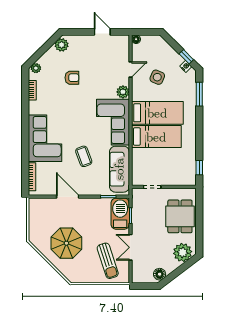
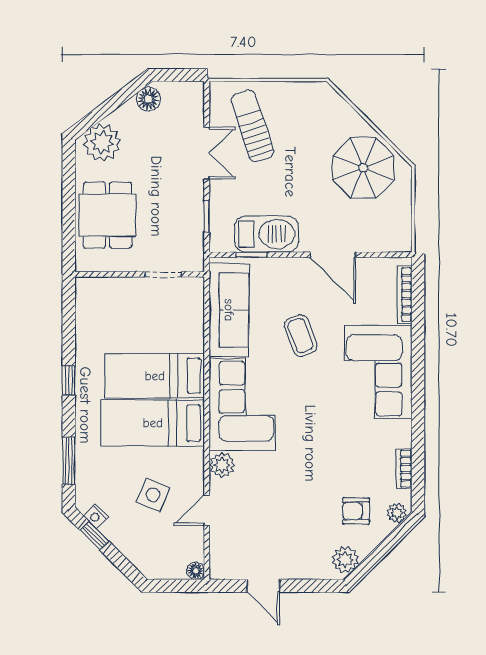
armchair: (72, 78) -> (356, 511), moved
window: (199, 168) -> (69, 380), moved
barbecue: (120, 214) -> (267, 234), moved, turned -90
parasol: (66, 243) -> (363, 168), moved

